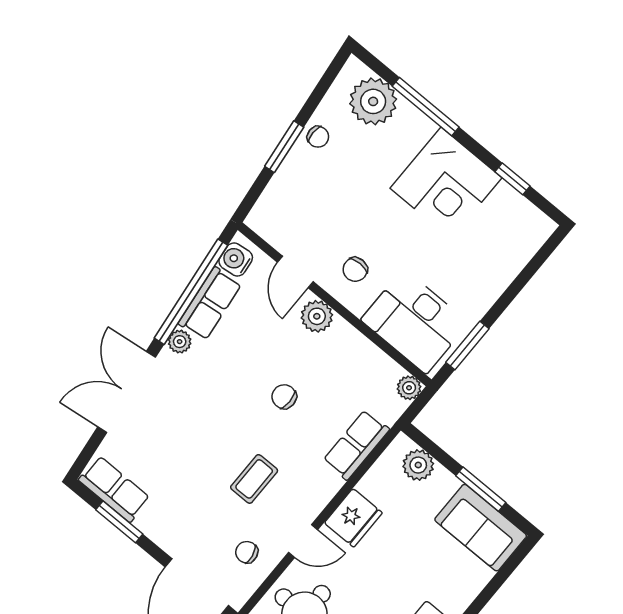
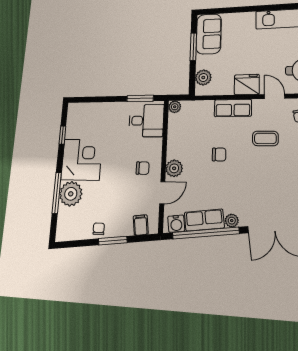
plant: (373, 101) -> (71, 194), moved
filing cabinet: (274, 205) -> (141, 225), added
desk: (415, 321) -> (146, 121), width x0.73
chair: (284, 397) -> (219, 154), turned -90
row of seats: (356, 445) -> (233, 108), moved

